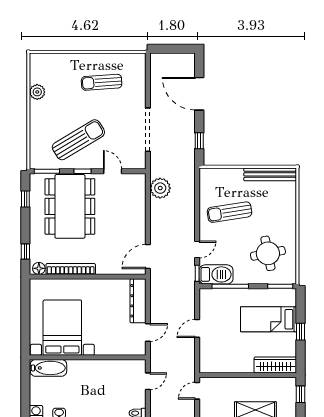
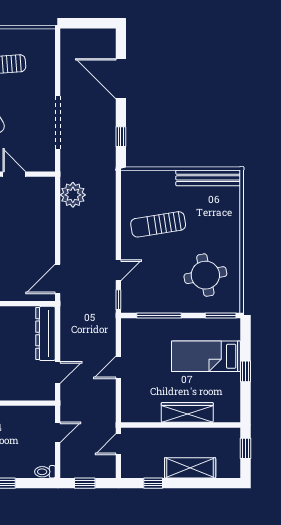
barbecue: (216, 274) -> (142, 301), removed
wardrobe: (275, 365) -> (187, 412), moved

